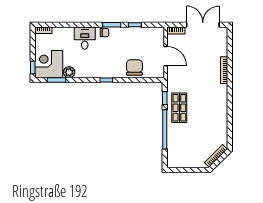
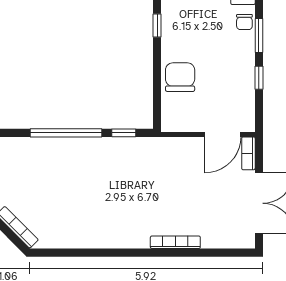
door: (166, 56) -> (223, 134), moved
chair: (134, 68) -> (180, 77), turned -90
shop shelf: (179, 108) -> (106, 160), removed

